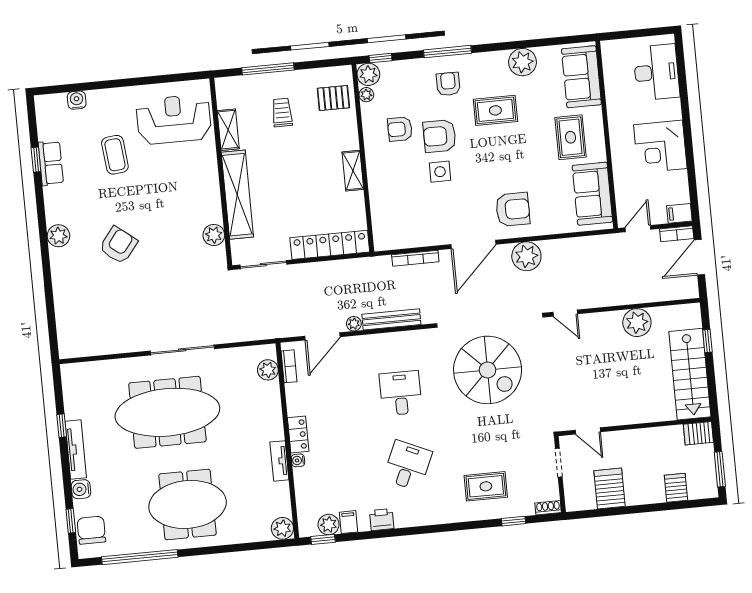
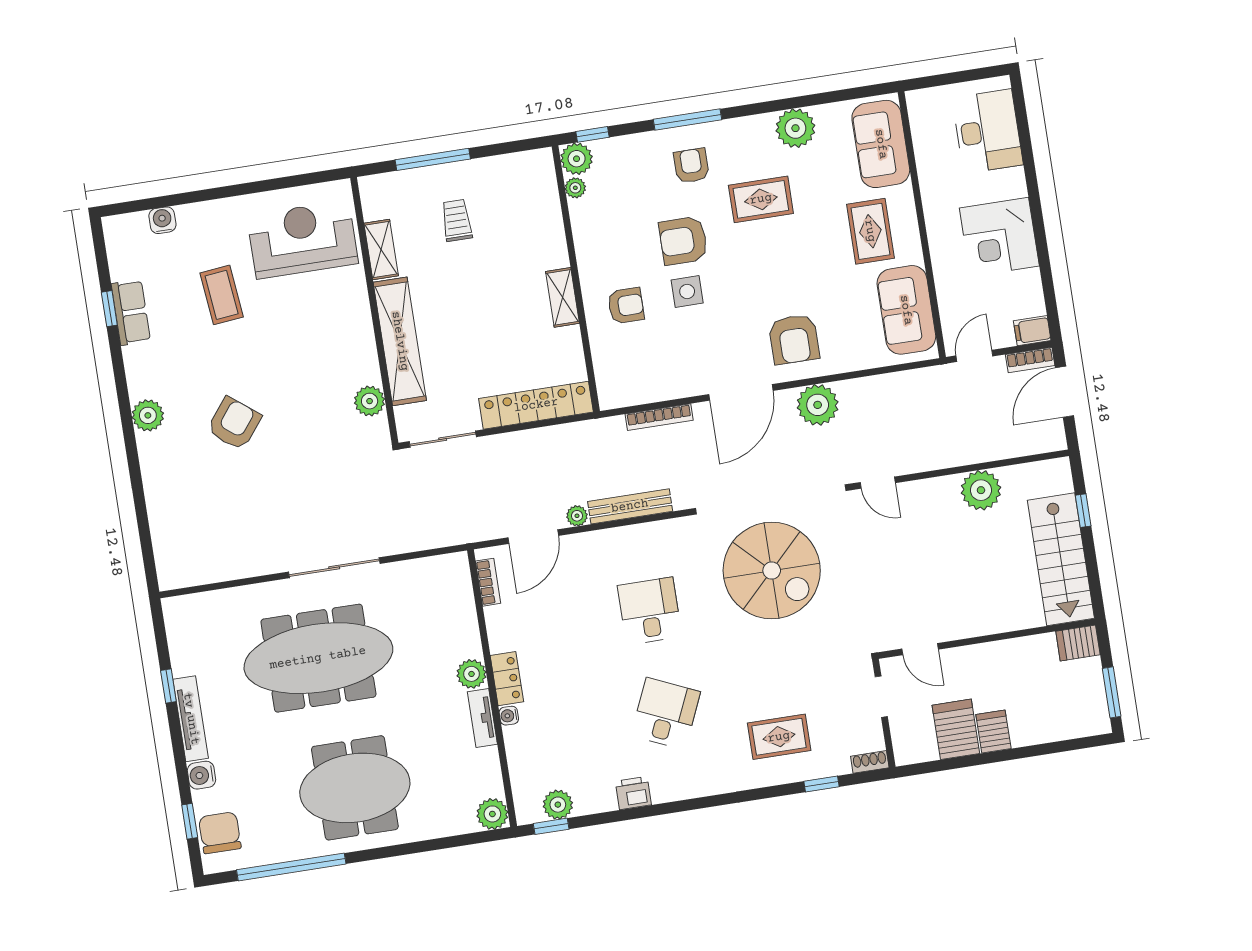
pallet: (333, 98) -> (529, 195), removed
armchair: (400, 129) -> (626, 306), moved, turned 180
armchair: (513, 209) -> (794, 339), turned 90
plant: (268, 370) -> (471, 674), moved
server rack: (676, 488) -> (993, 732), moved
filing cabinet: (348, 522) -> (586, 799), removed

